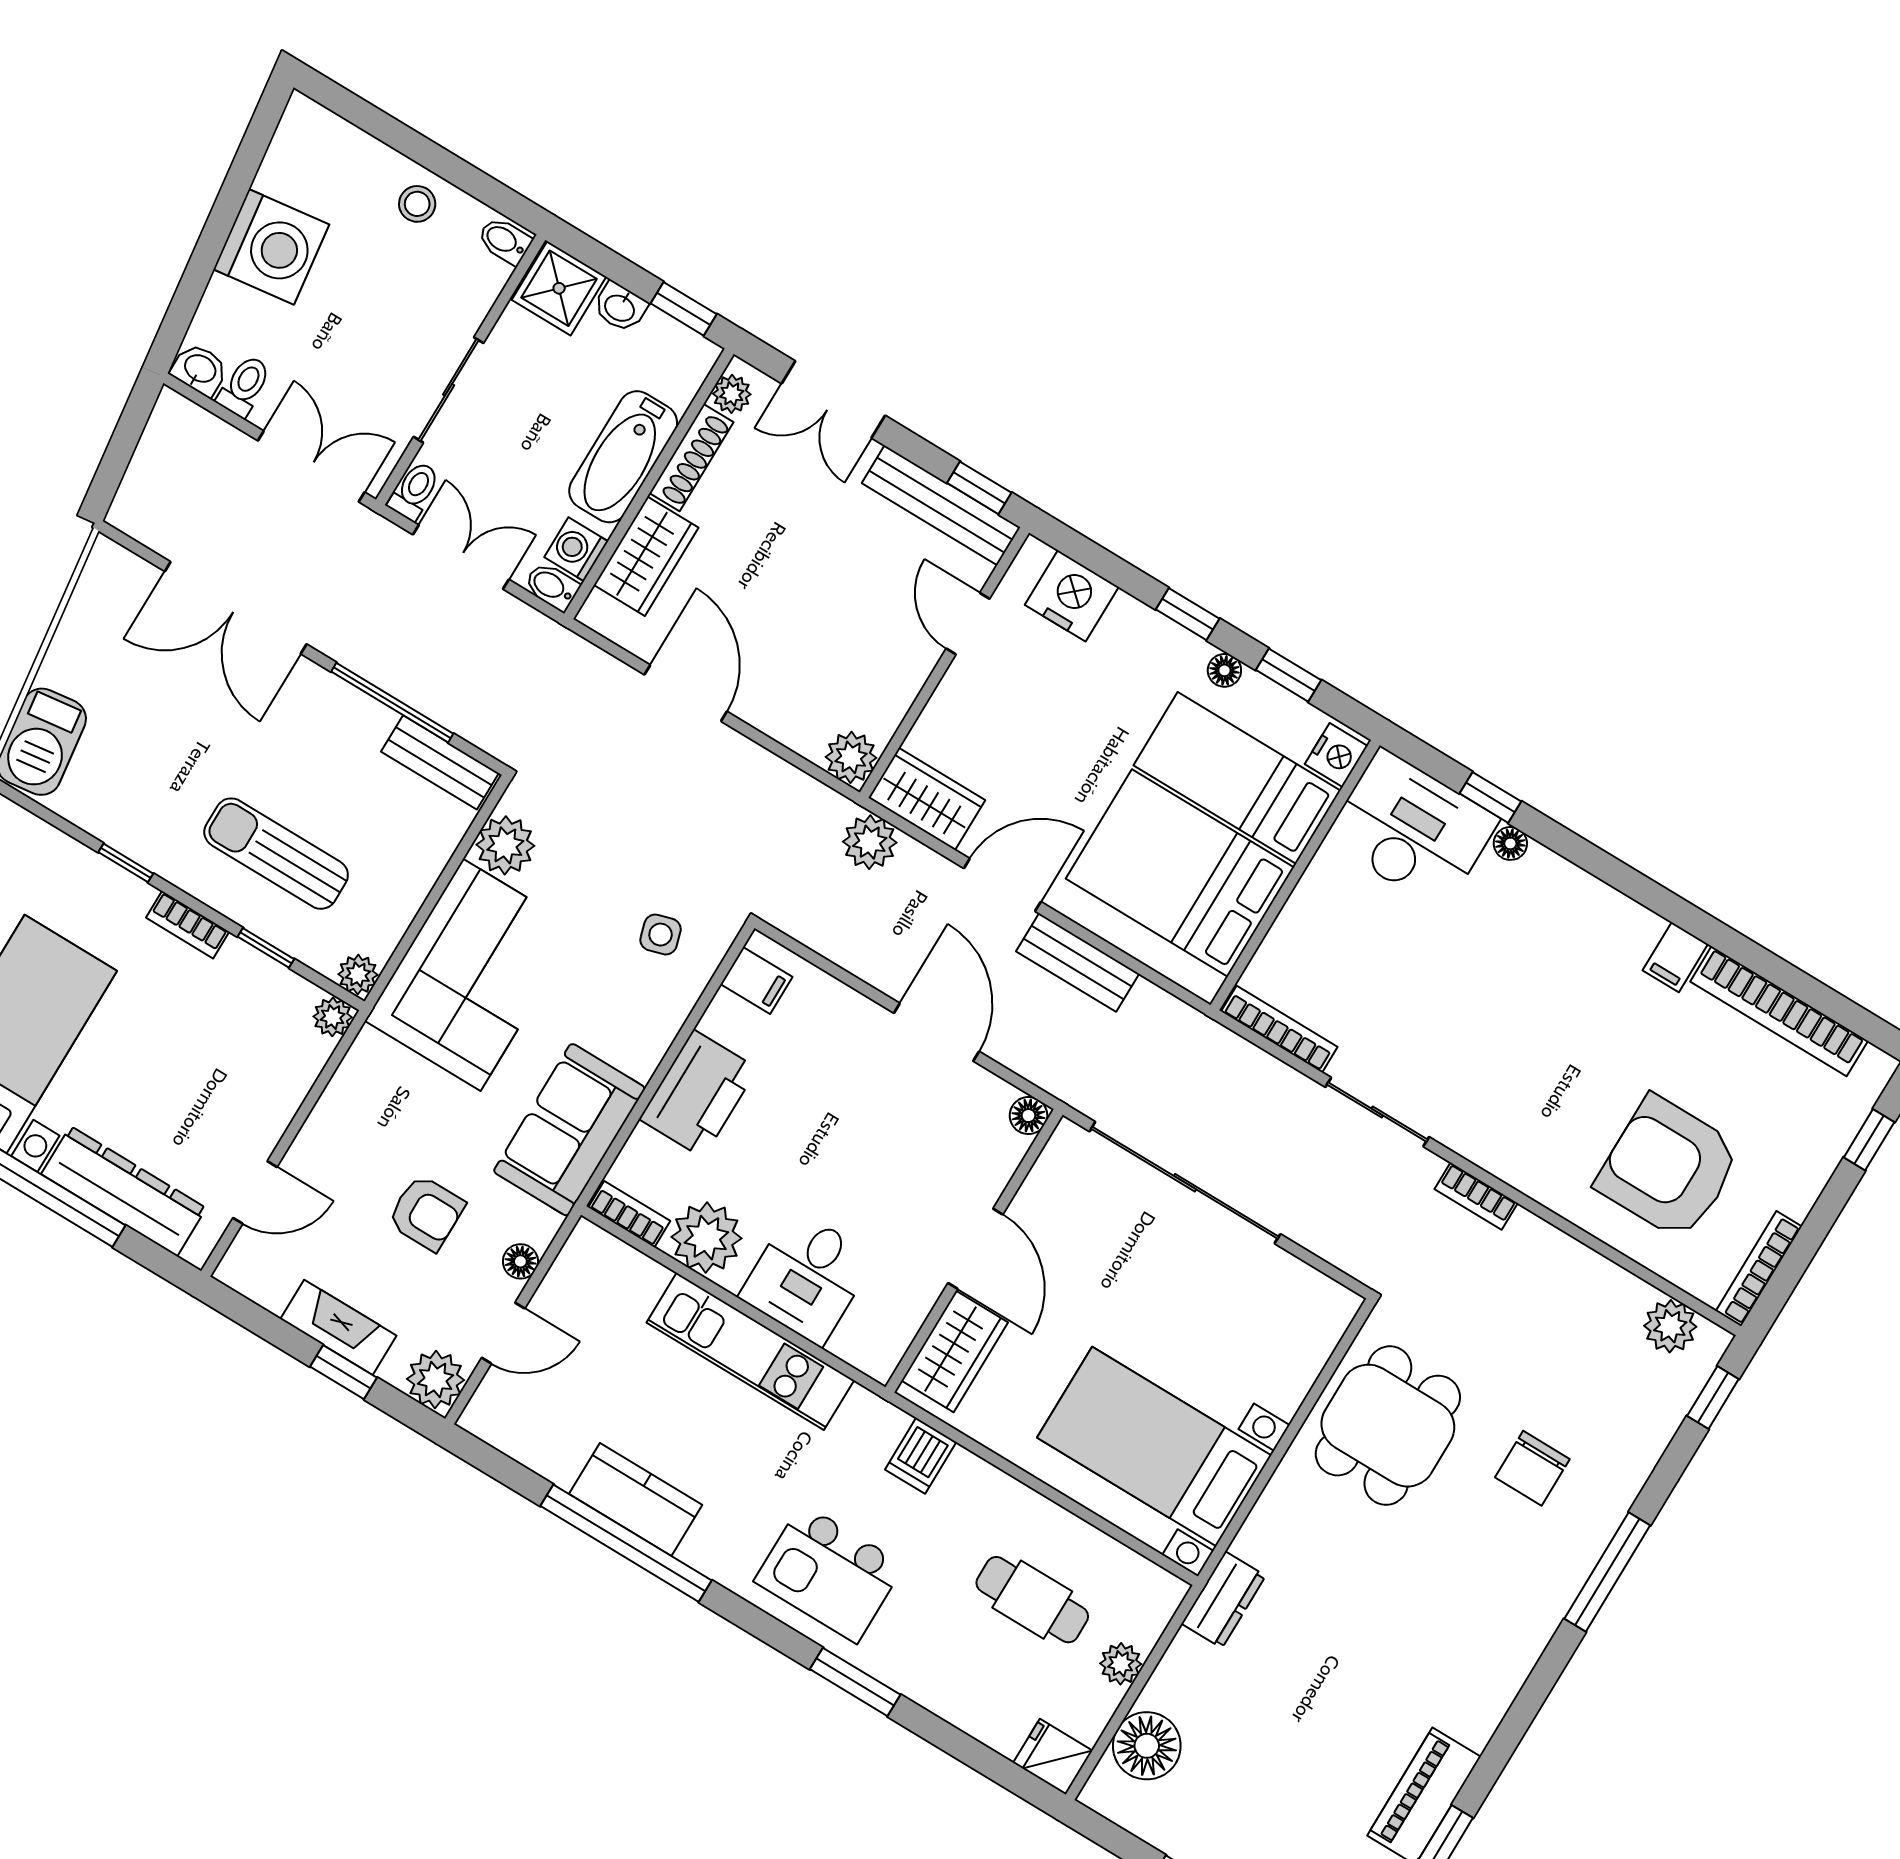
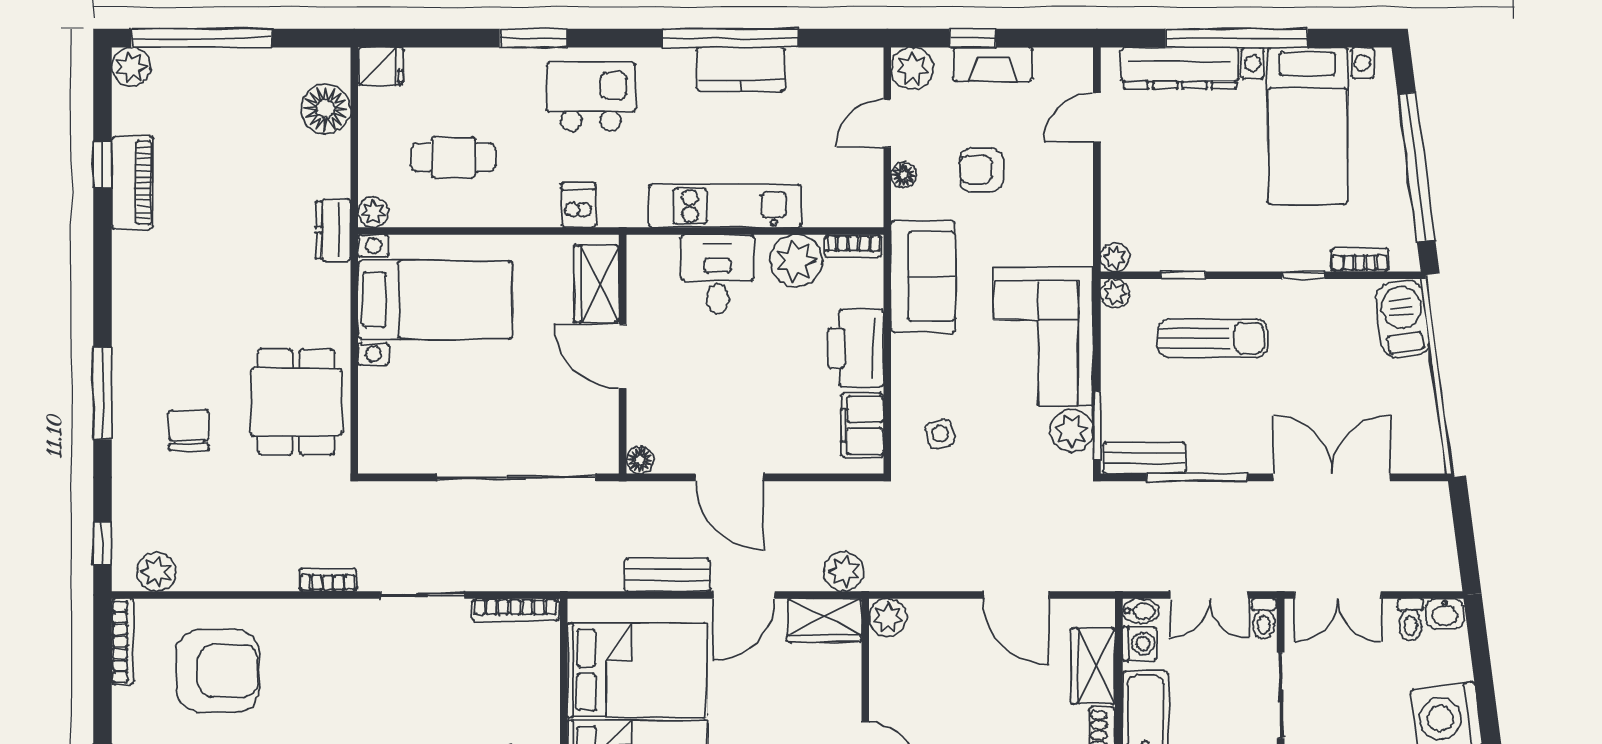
window: (472, 834) -> (1097, 425), added
bookcase: (188, 925) -> (1360, 260), moved
filing cabinet: (756, 981) -> (862, 425), width x2.00
plant: (1121, 1664) -> (373, 212), moved

